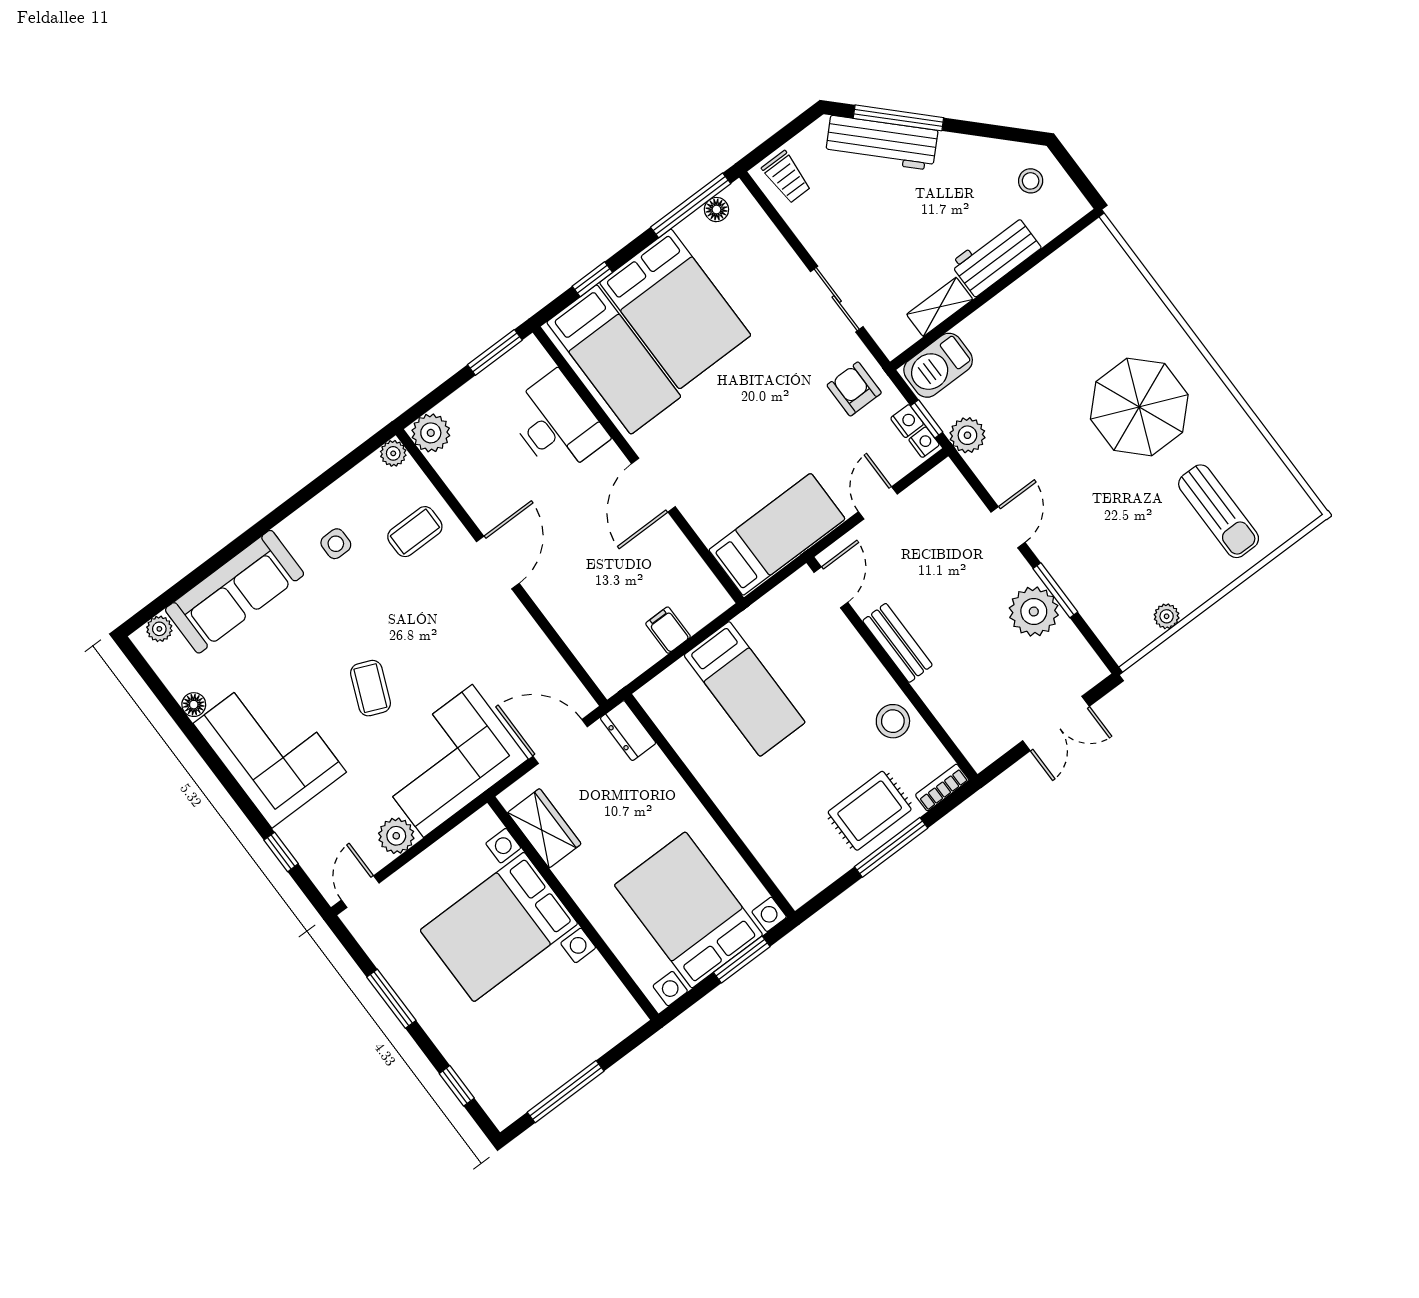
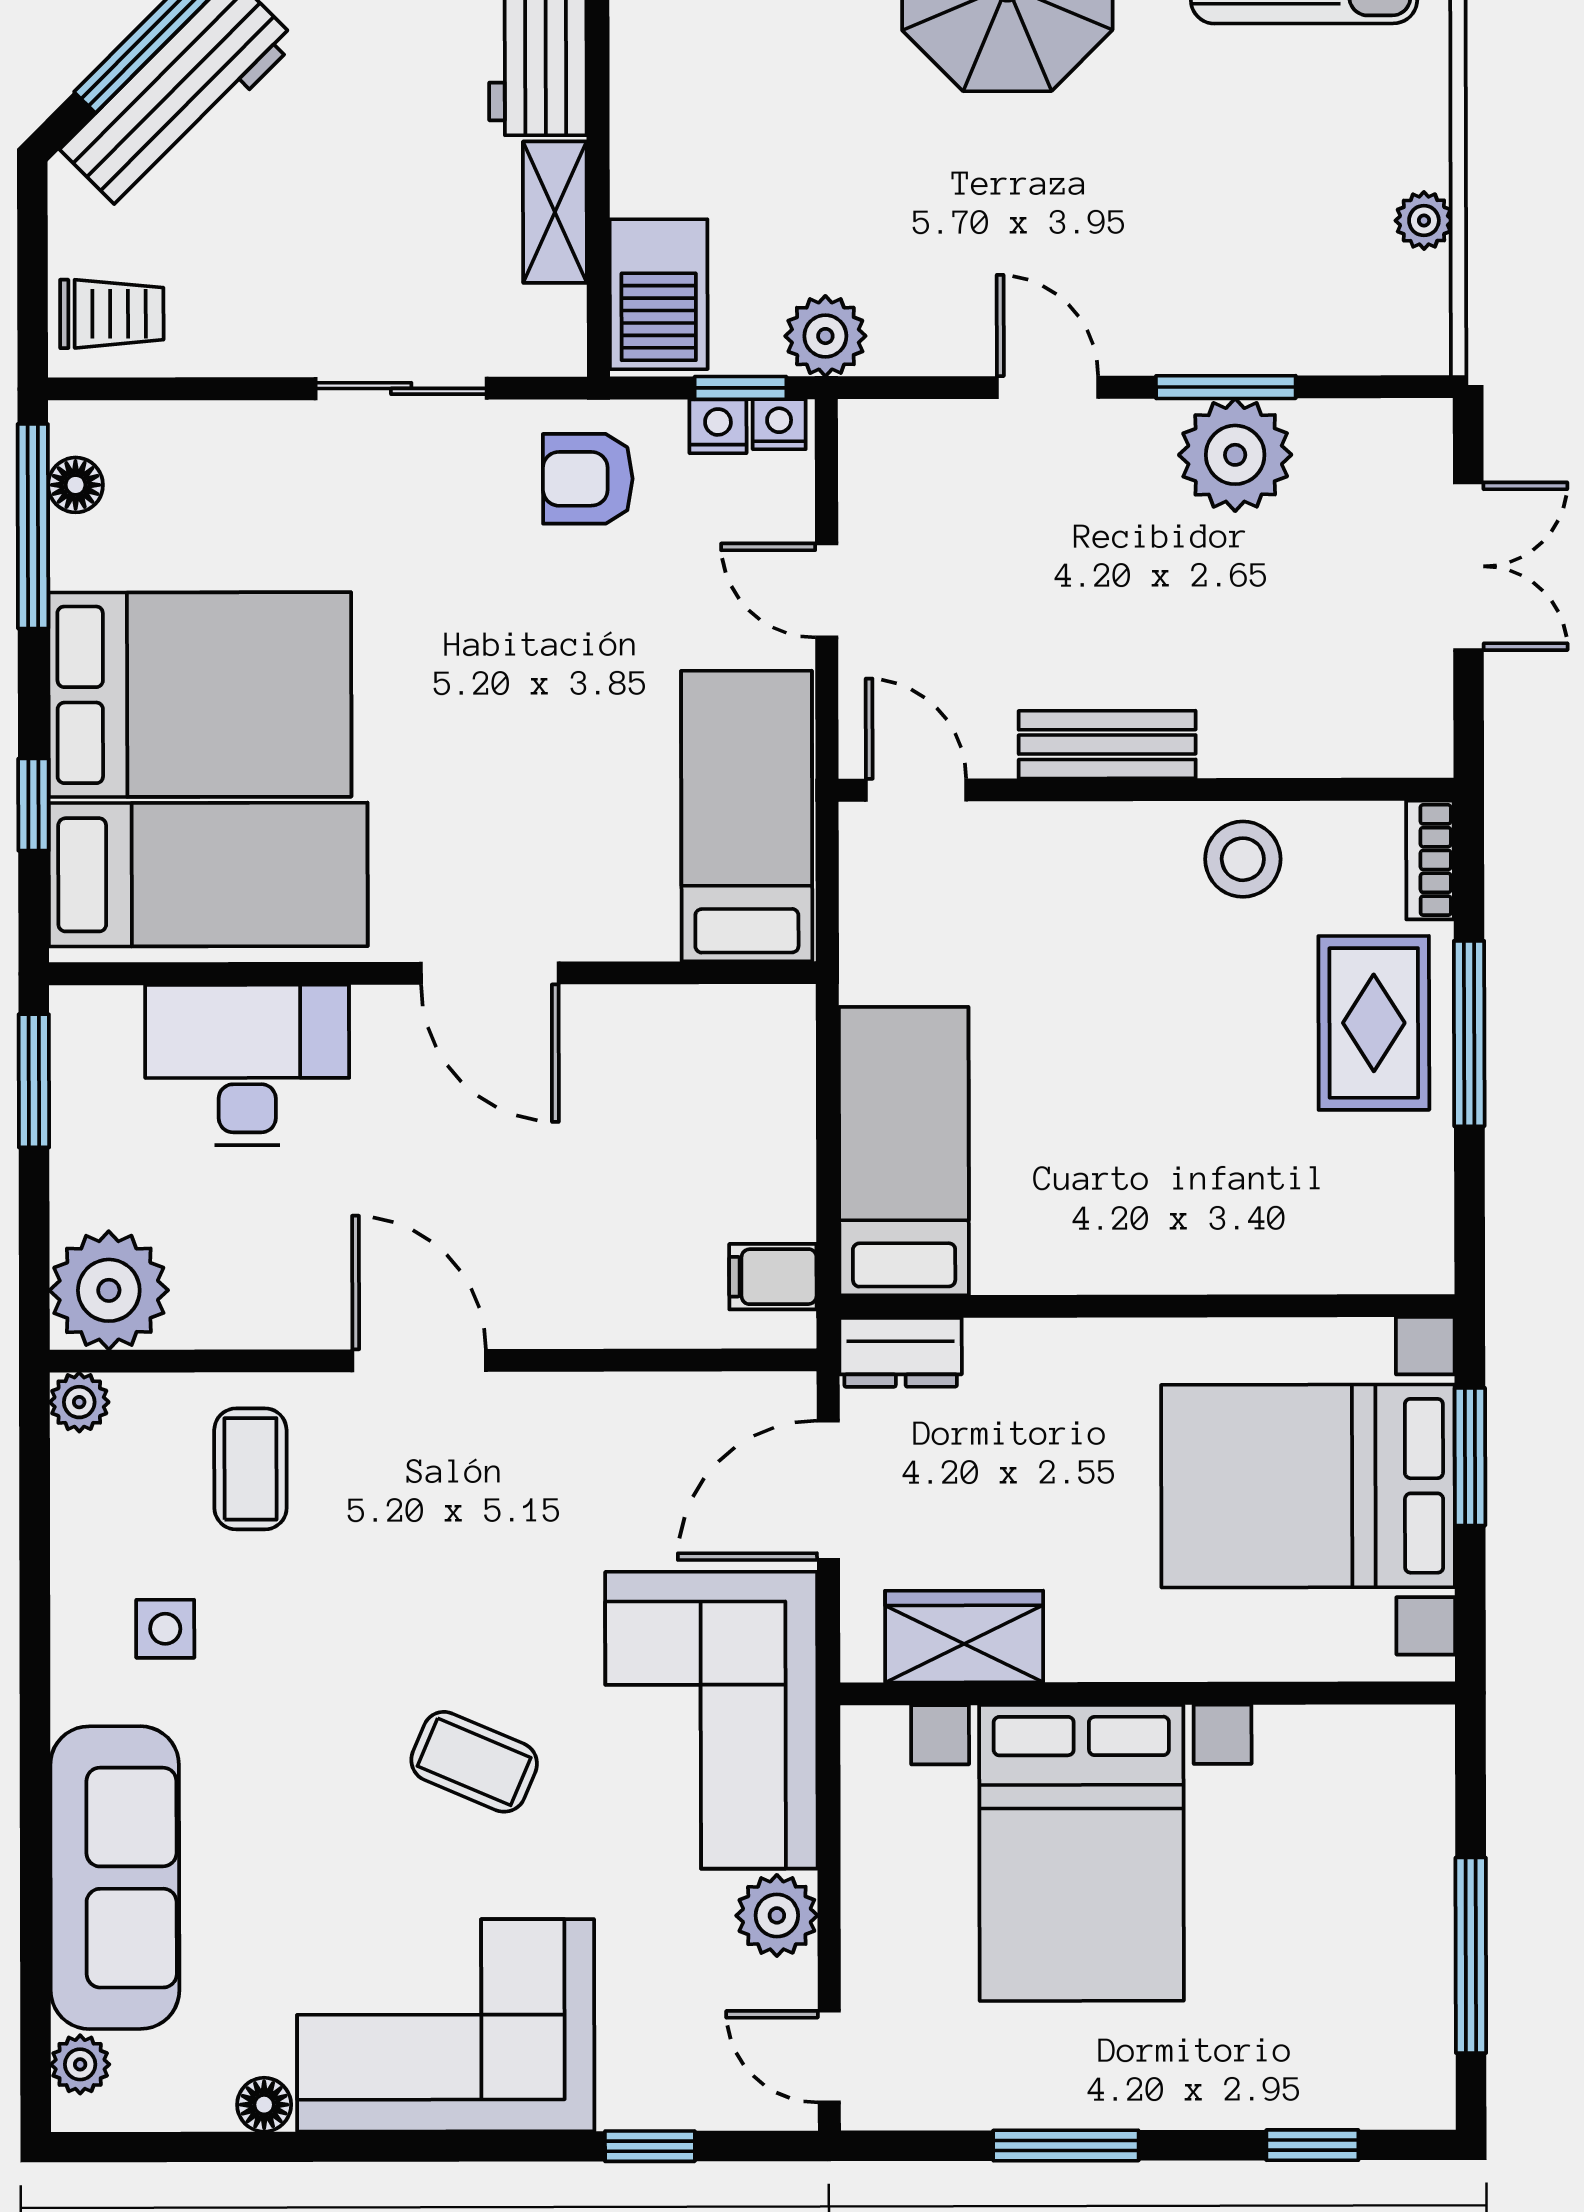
plant: (431, 433) -> (109, 1290), width x1.36, depth x1.36
filing cabinet: (668, 630) -> (773, 1277), moved
bed: (745, 689) -> (904, 1151), moved, turned -90

